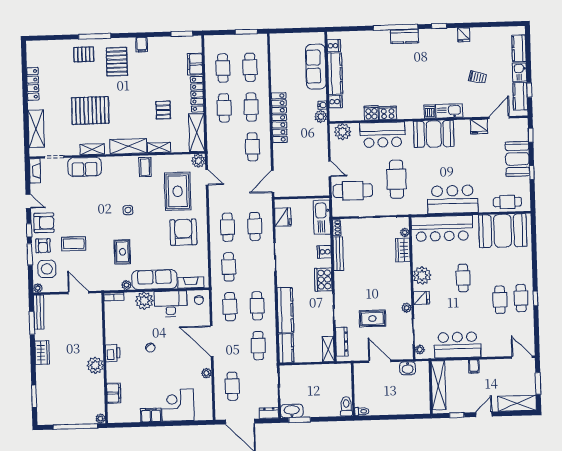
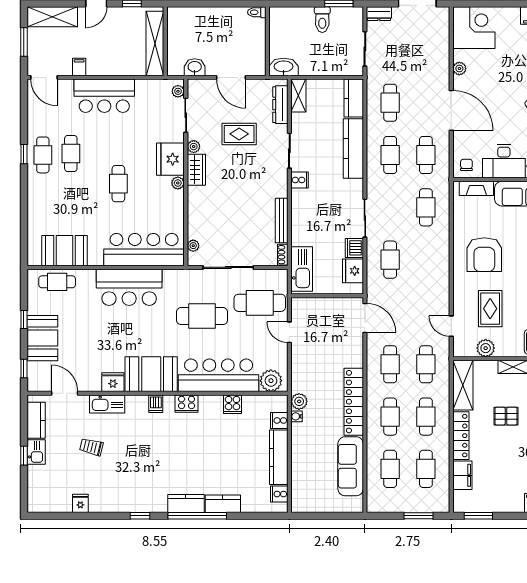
window: (246, 32) -> (418, 516), moved
fridge: (463, 35) -> (80, 503), moved
kitchen counter: (519, 48) -> (223, 504), moved, turned -90
sofa: (316, 67) -> (351, 466), moved, turned 180
window: (529, 90) -> (24, 456), moved
pallet: (163, 110) -> (506, 416), turned 90
kitchen sink: (449, 111) -> (107, 404), moved
cooker: (388, 113) -> (187, 404), moved
door: (499, 118) -> (65, 393), swing flipped
fridge: (479, 127) -> (113, 382), moved
bar counter: (383, 135) -> (219, 375), width x1.36
plant: (198, 161) -> (486, 348), moved
cafe table: (396, 179) -> (202, 316), turned 90
door: (273, 181) -> (365, 318), hinge flipped
rug: (178, 191) -> (490, 309), width x0.73, depth x0.70
cafe table: (228, 227) -> (426, 364), moved
booth: (503, 231) -> (64, 251), width x0.73, depth x0.70
dishwasher: (282, 234) -> (354, 248), added
wardrobe: (403, 250) -> (196, 170), moved
cooker: (324, 252) -> (300, 223), removed
plant: (422, 275) -> (178, 183), width x0.53, depth x0.53
cooker: (323, 280) -> (300, 180), width x0.53, depth x0.76
fridge: (421, 298) -> (170, 159), width x1.88, depth x1.34
bar counter: (458, 345) -> (104, 96), moved
filing cabinet: (474, 366) -> (79, 67), moved
cafe table: (232, 386) -> (426, 50), removed
corner desk: (178, 405) -> (474, 28), moved, turned -90
toilet: (346, 406) -> (322, 20), moved
washbasin: (292, 411) -> (284, 67), moved, turned 180

